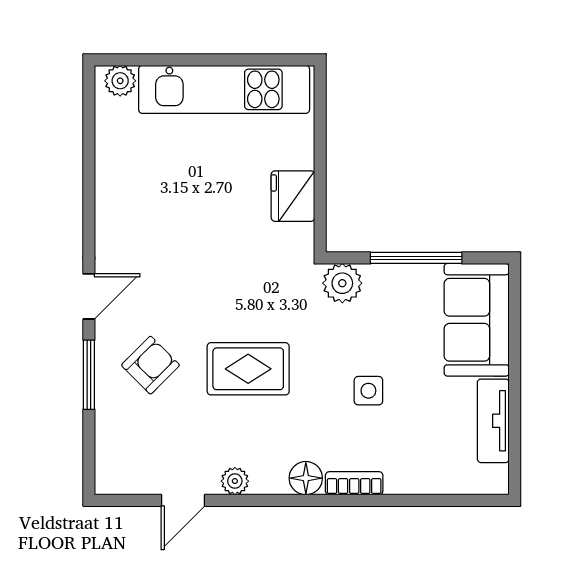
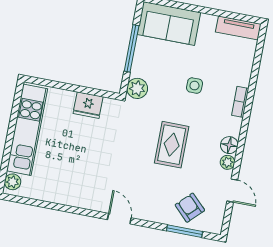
armchair: (151, 365) -> (190, 208), moved
window: (89, 375) -> (185, 231), moved
tv unit: (493, 421) -> (238, 28), moved
floor lamp: (306, 478) -> (229, 145), moved

